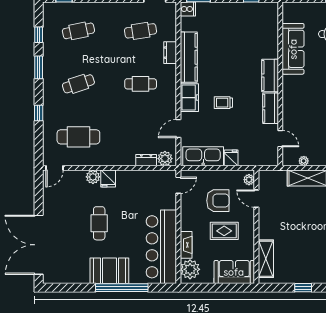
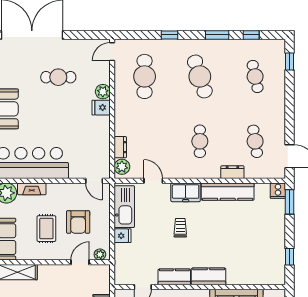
cafe table: (78, 84) -> (200, 76), width x1.37, depth x1.35
door: (55, 168) -> (112, 52), hinge flipped
cafe table: (99, 223) -> (58, 77), moved

